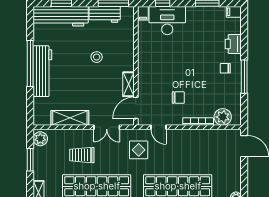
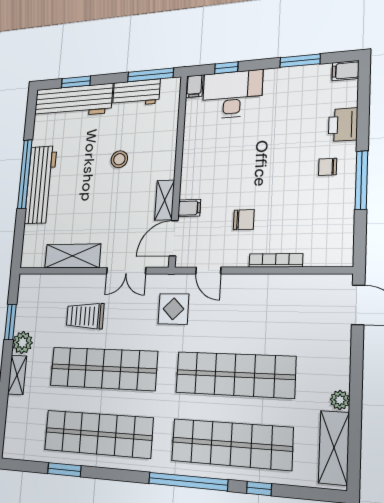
filing cabinet: (145, 90) -> (189, 208), added
plant: (223, 117) -> (320, 252), removed
plant: (40, 139) -> (23, 343), moved

